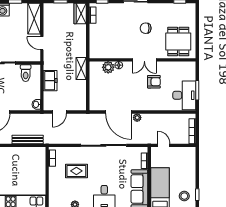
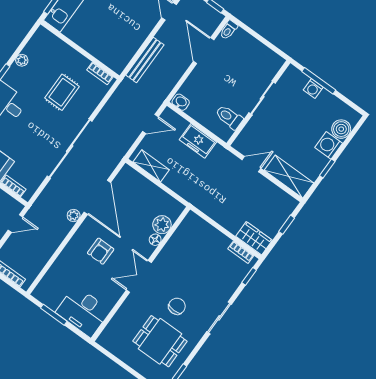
dining table: (178, 41) -> (160, 341), moved
shelving: (81, 69) -> (151, 166), moved
armchair: (154, 82) -> (101, 251), moved
desk: (184, 95) -> (83, 311), moved
door: (59, 112) -> (150, 124), swing flipped
door: (118, 112) -> (97, 197), swing flipped

